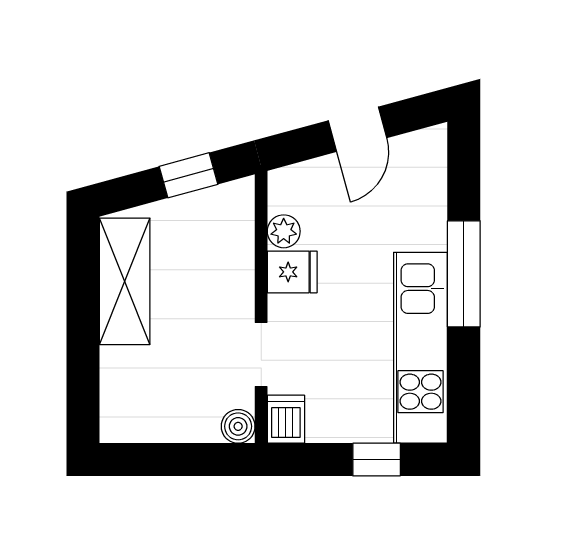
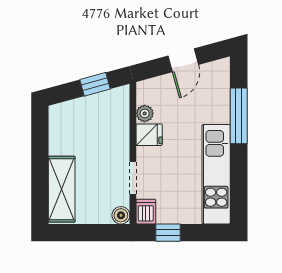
window: (464, 274) -> (239, 116), moved
shelving: (125, 281) -> (62, 189), moved
window: (377, 460) -> (168, 233), moved

